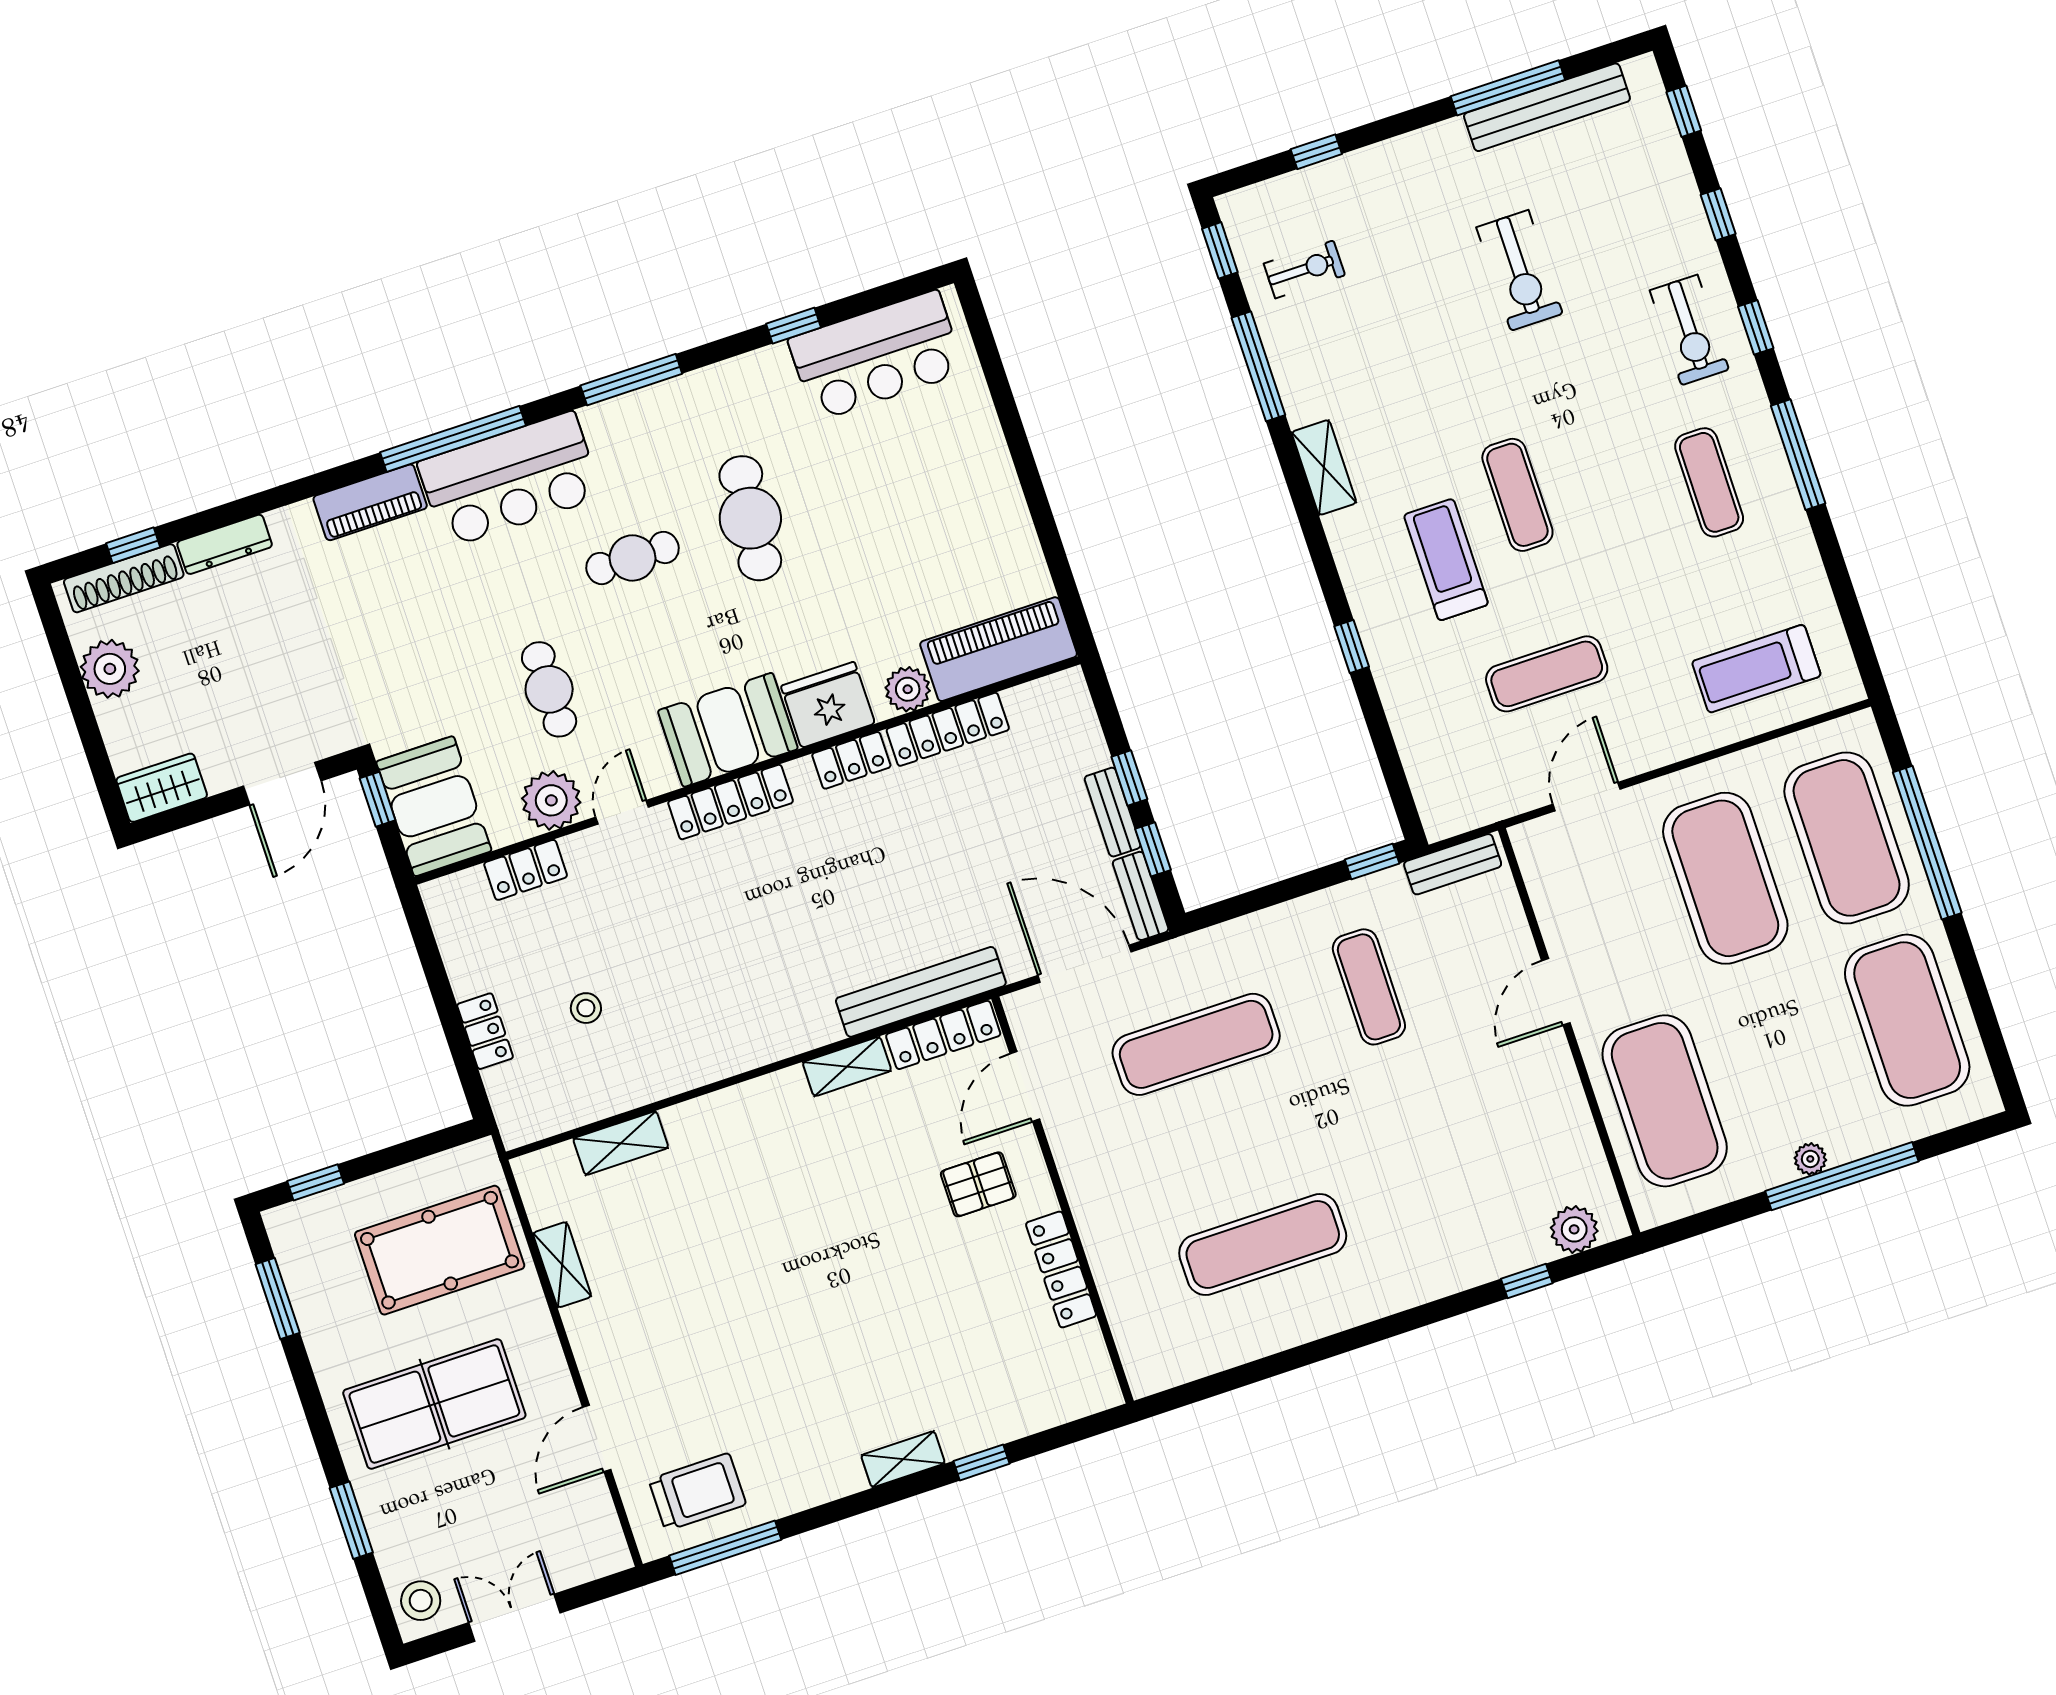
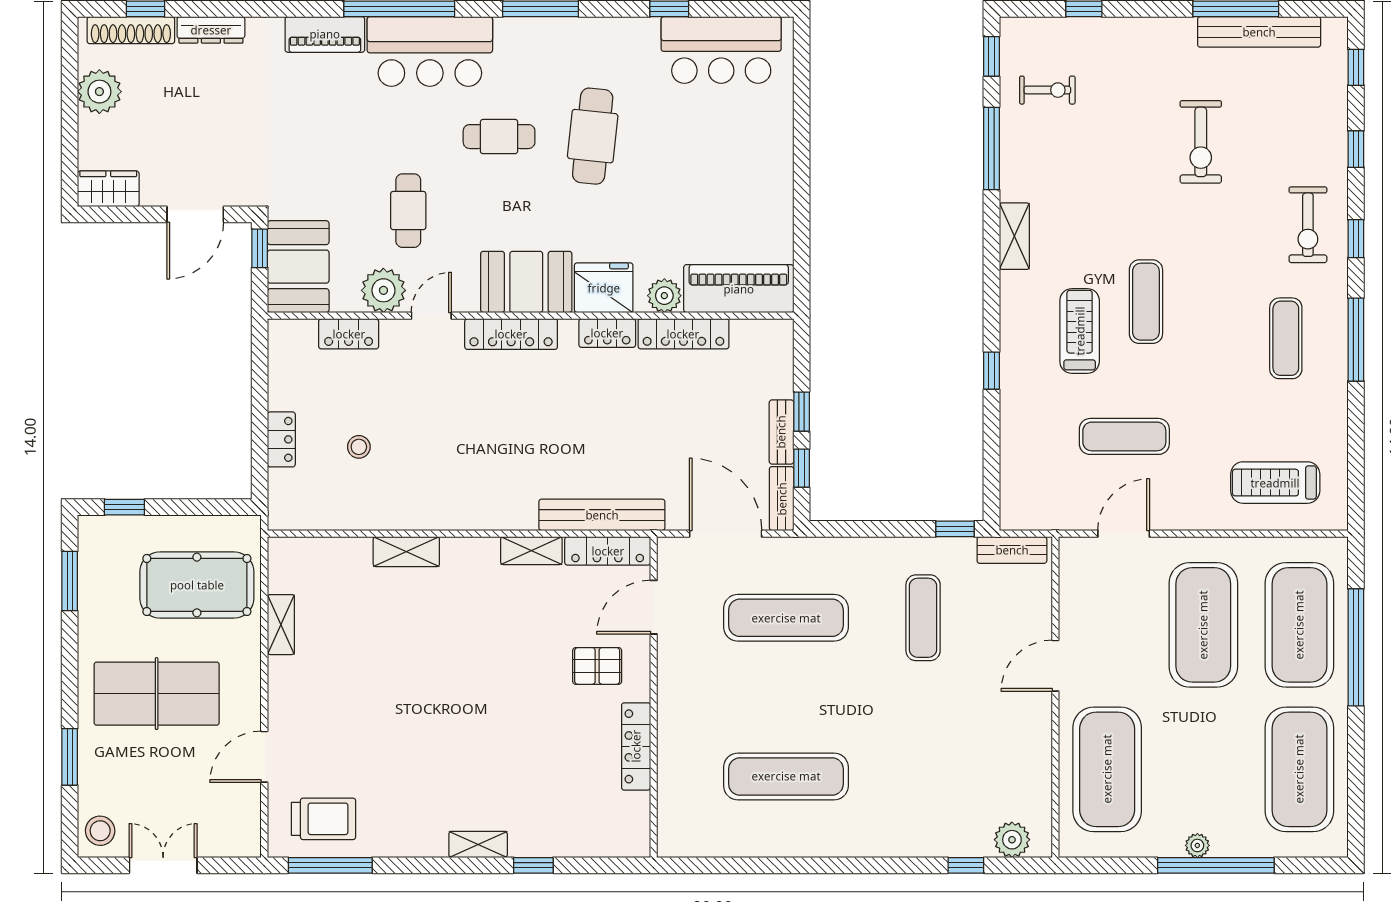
shelving: (621, 1143) -> (406, 552), moved

